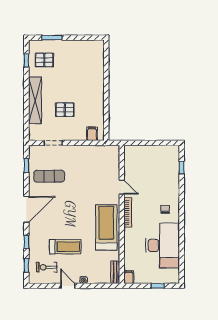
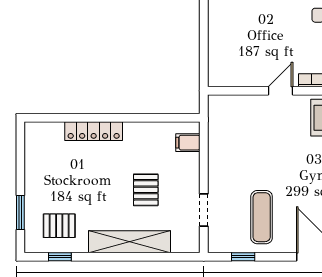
pallet: (44, 60) -> (59, 226), turned 90
locker: (99, 80) -> (94, 131), added

